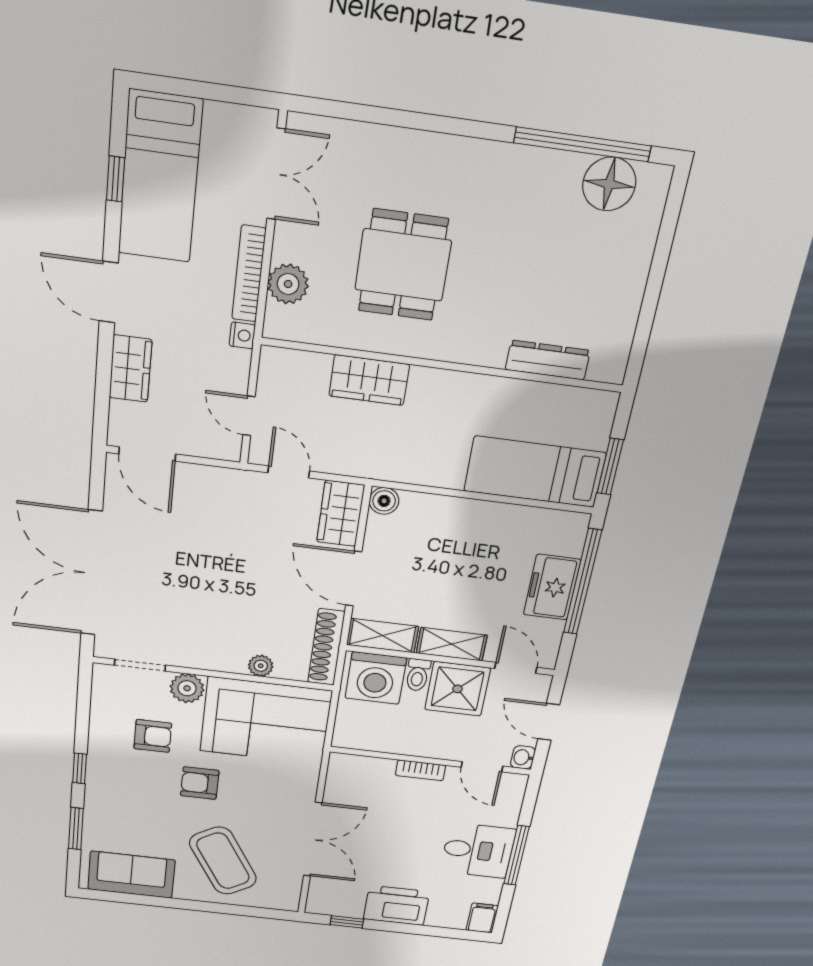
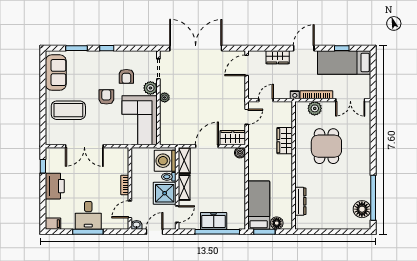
dining table: (403, 265) -> (326, 146), turned 90
floor lamp: (594, 432) -> (277, 223), added
shoe rack: (326, 647) -> (176, 140), removed
plant: (261, 666) -> (165, 97), moved
coffee table: (223, 861) -> (68, 110), turned 31

